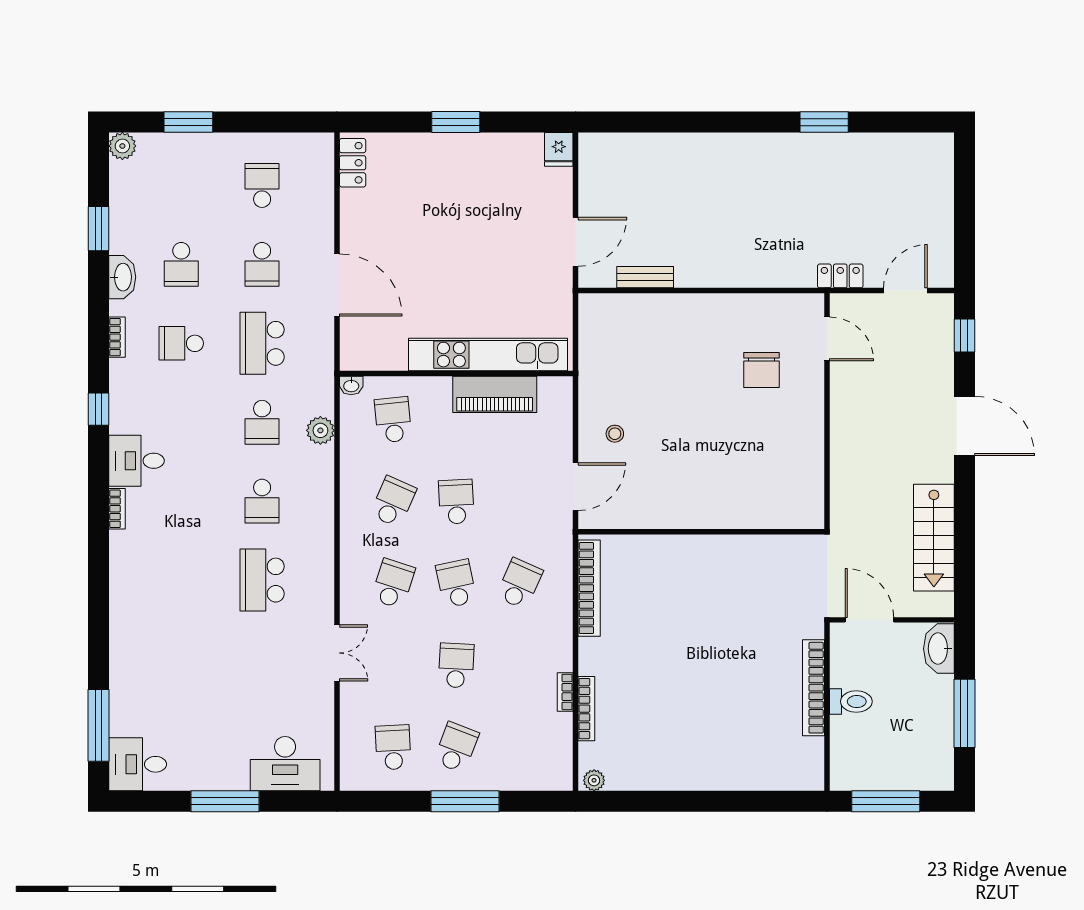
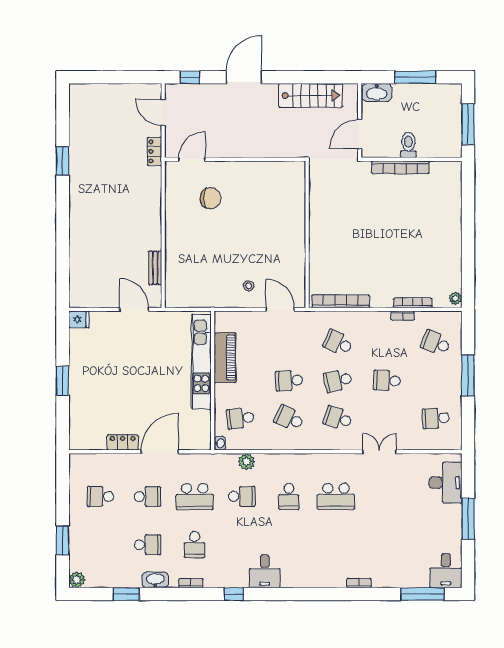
locker: (353, 163) -> (123, 442), moved
school desk: (262, 501) -> (289, 496), turned 90
bookcase: (117, 509) -> (359, 583), moved
school desk: (456, 747) -> (436, 343), moved

